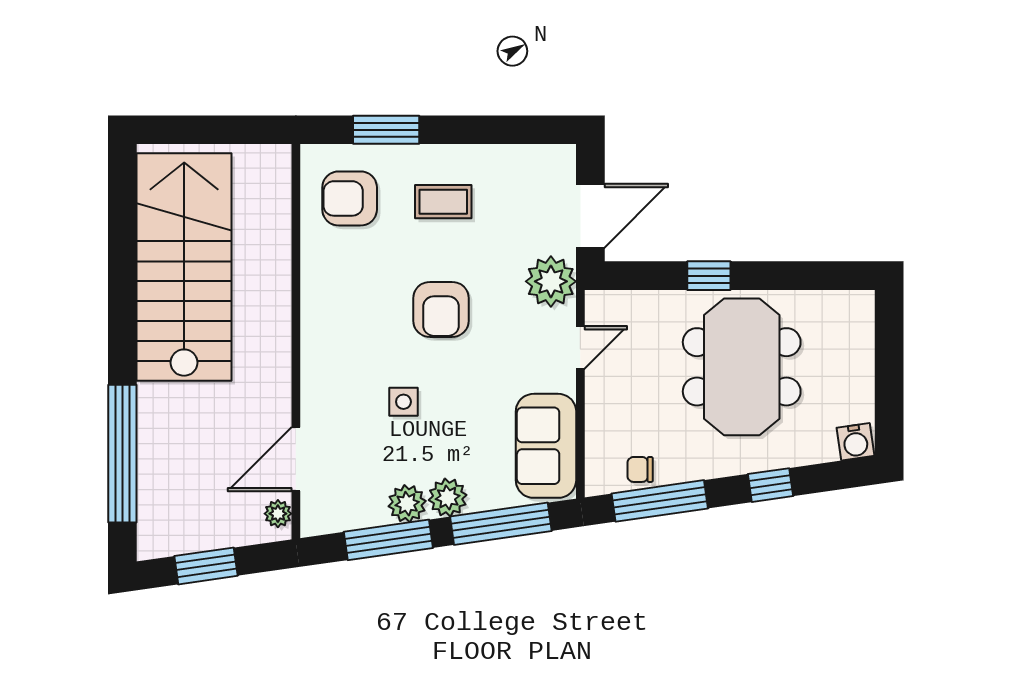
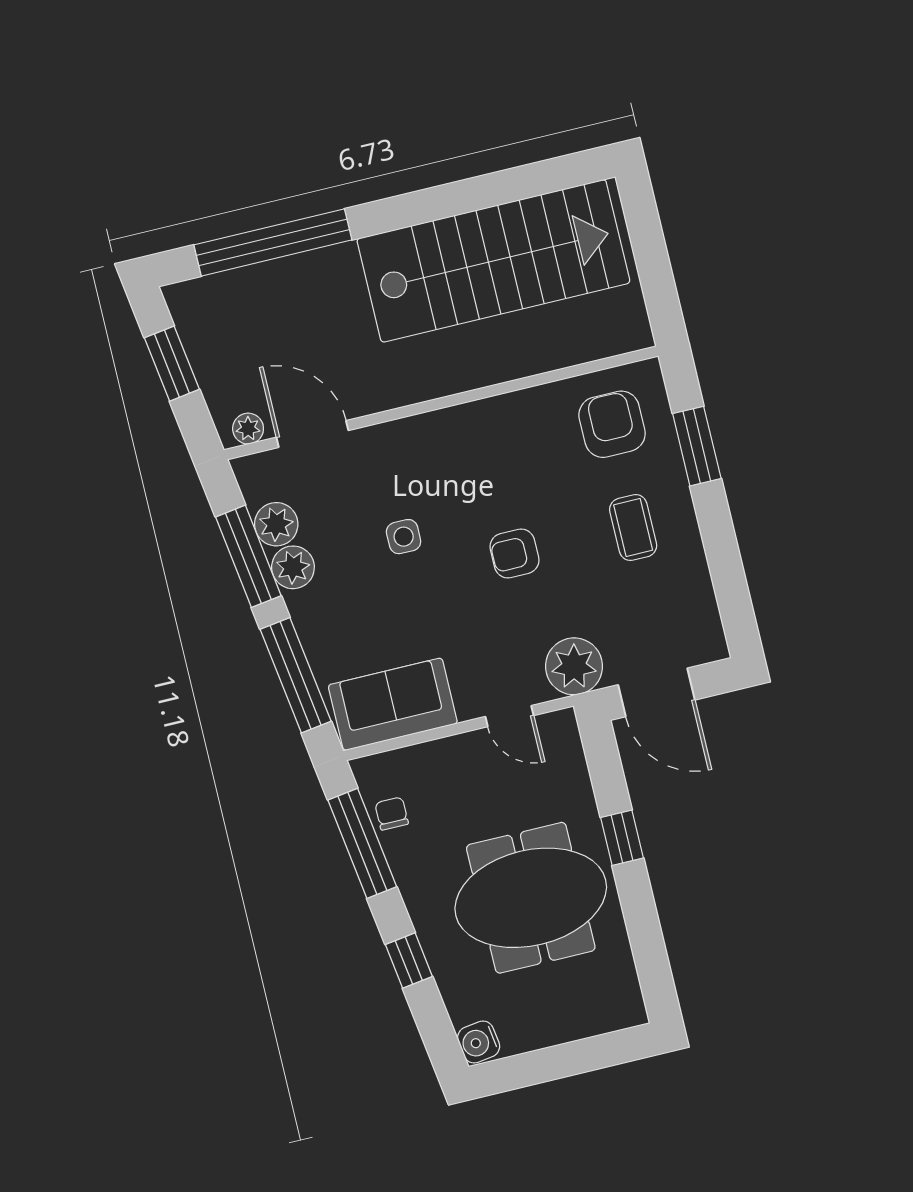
armchair: (441, 309) -> (515, 553), width x0.72, depth x0.72
plant: (448, 497) -> (276, 524), moved

